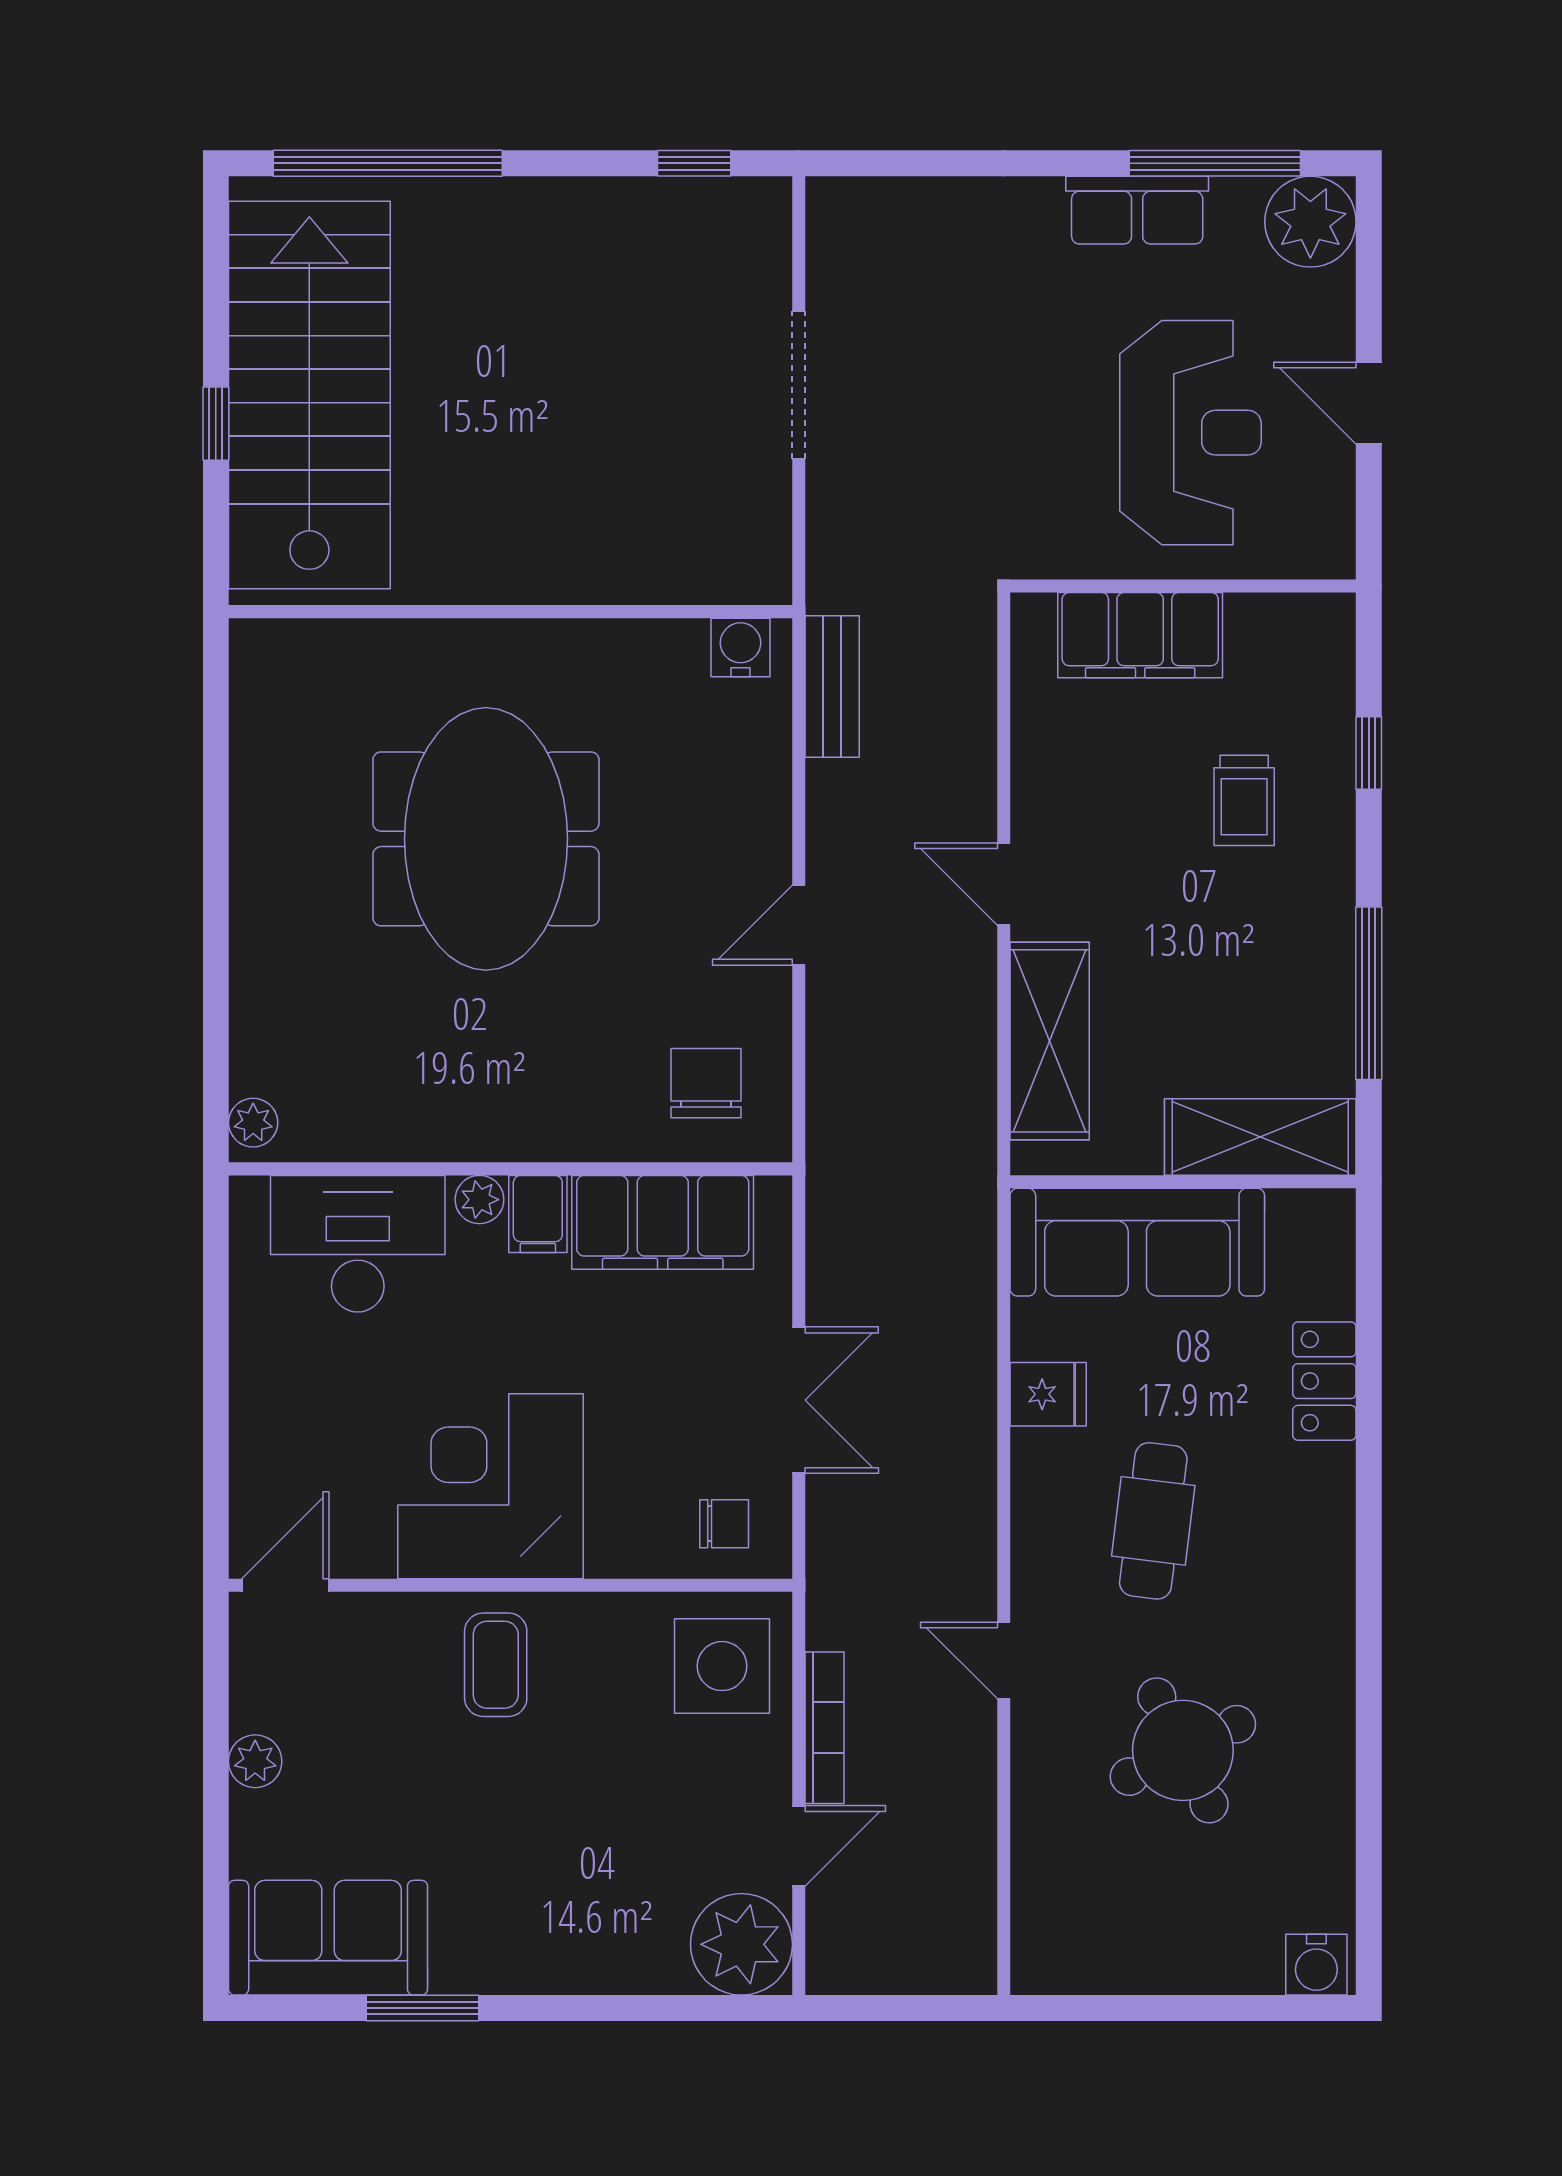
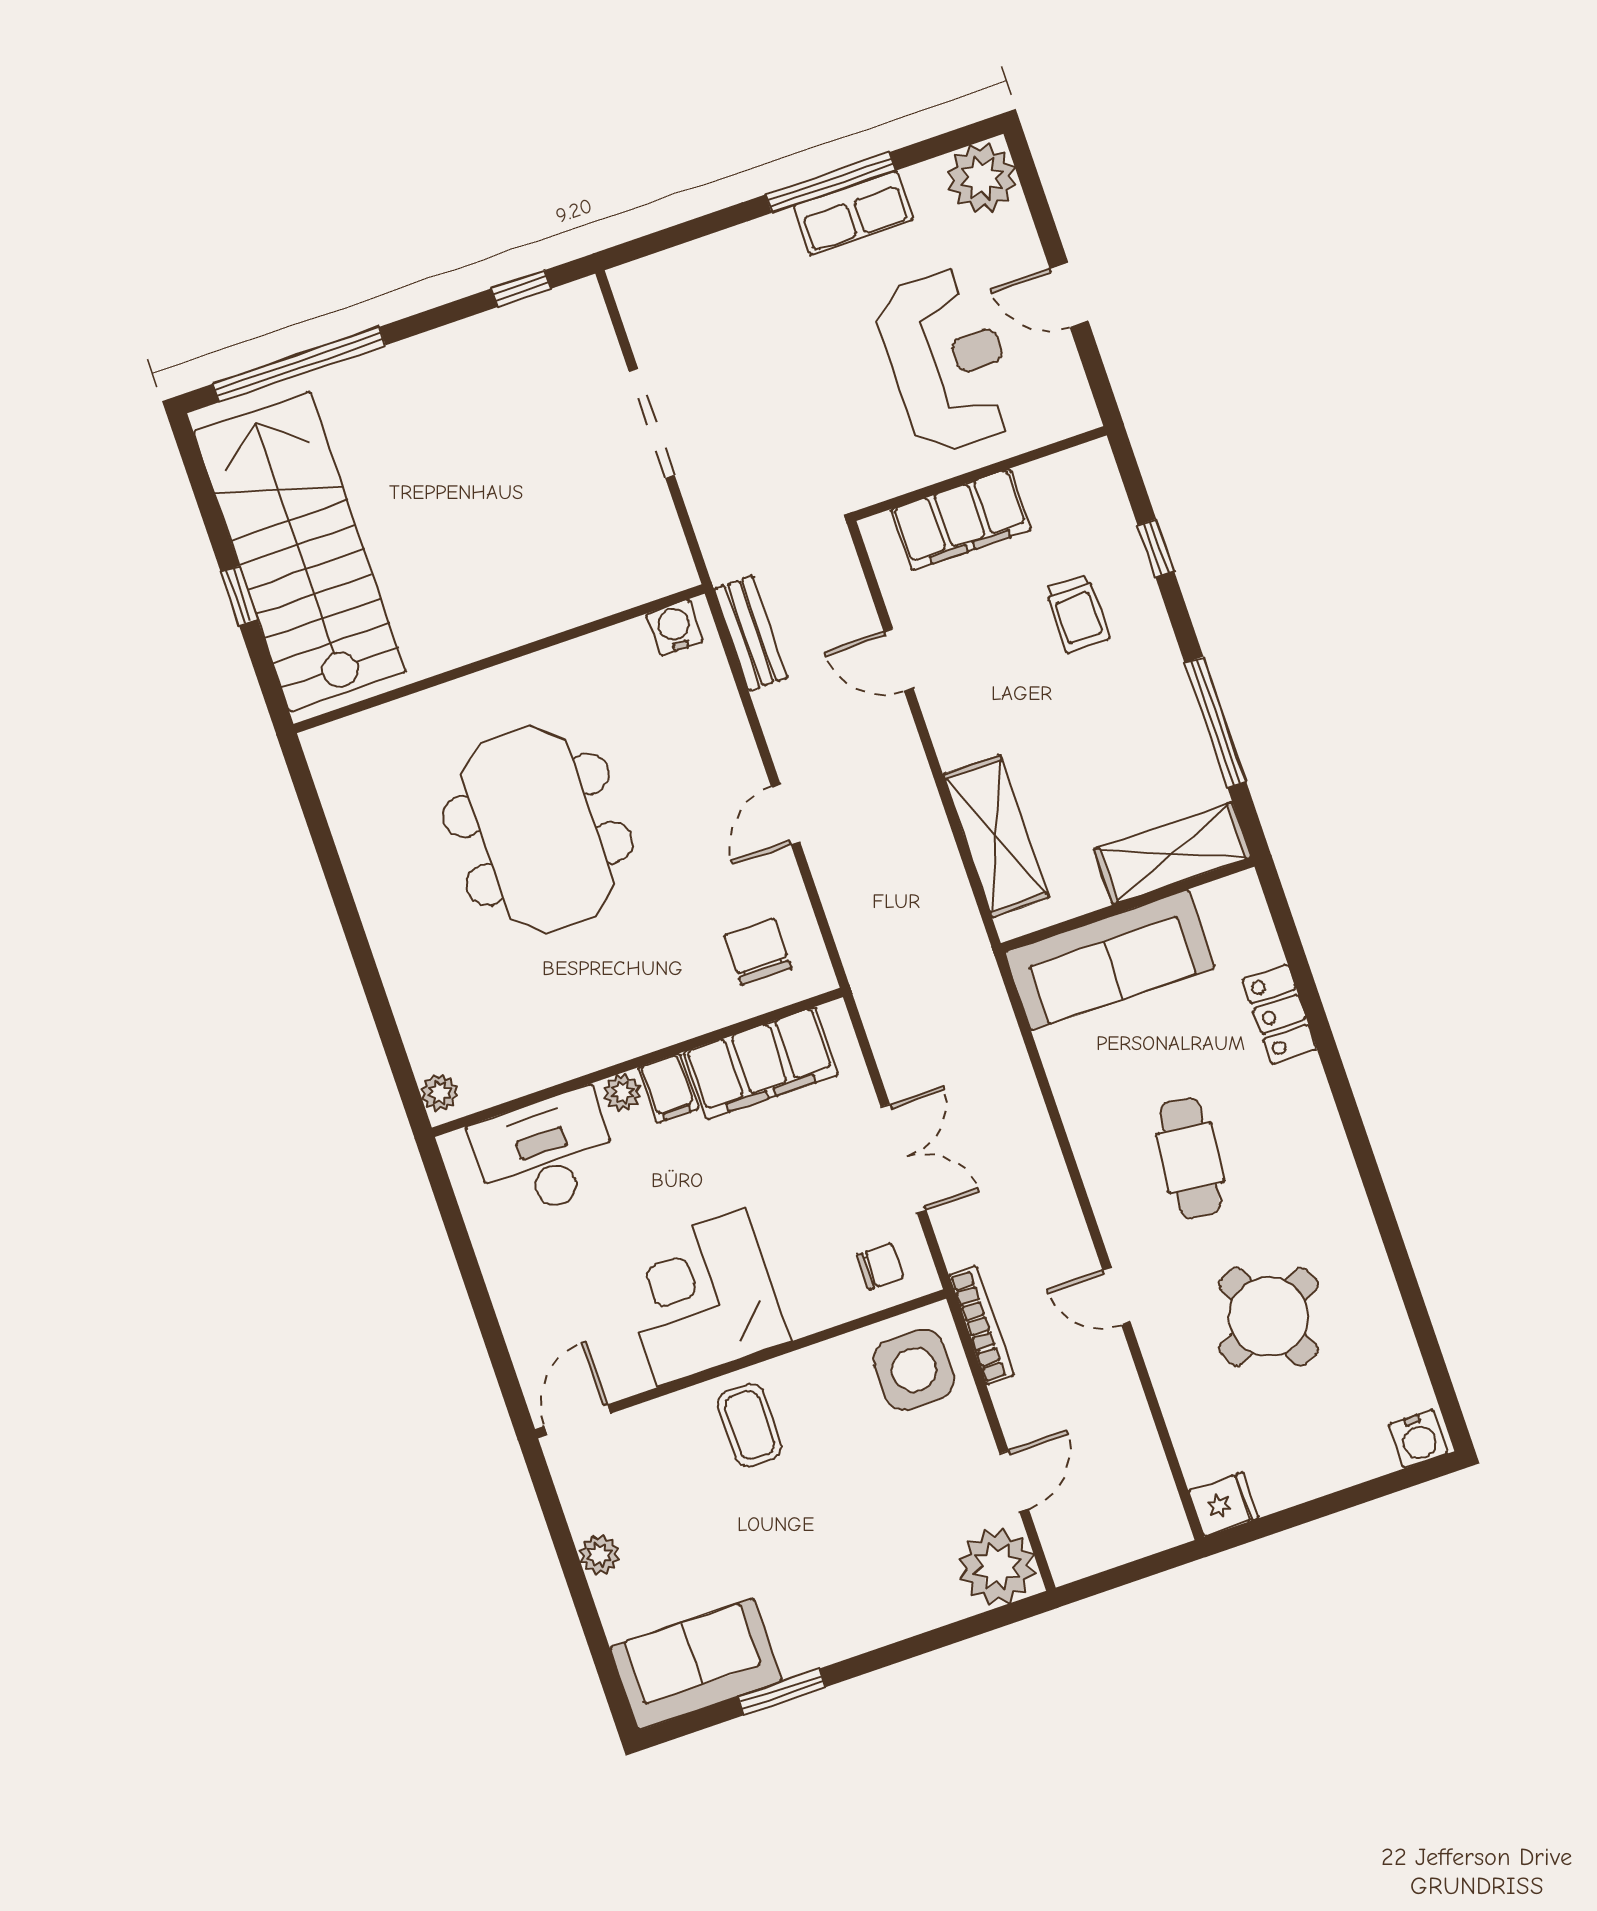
window: (1215, 163) -> (831, 182), moved
door: (1004, 884) -> (899, 660), moved
fridge: (1048, 1394) -> (1224, 1504), moved
bookcase: (825, 1728) -> (981, 1325), moved

